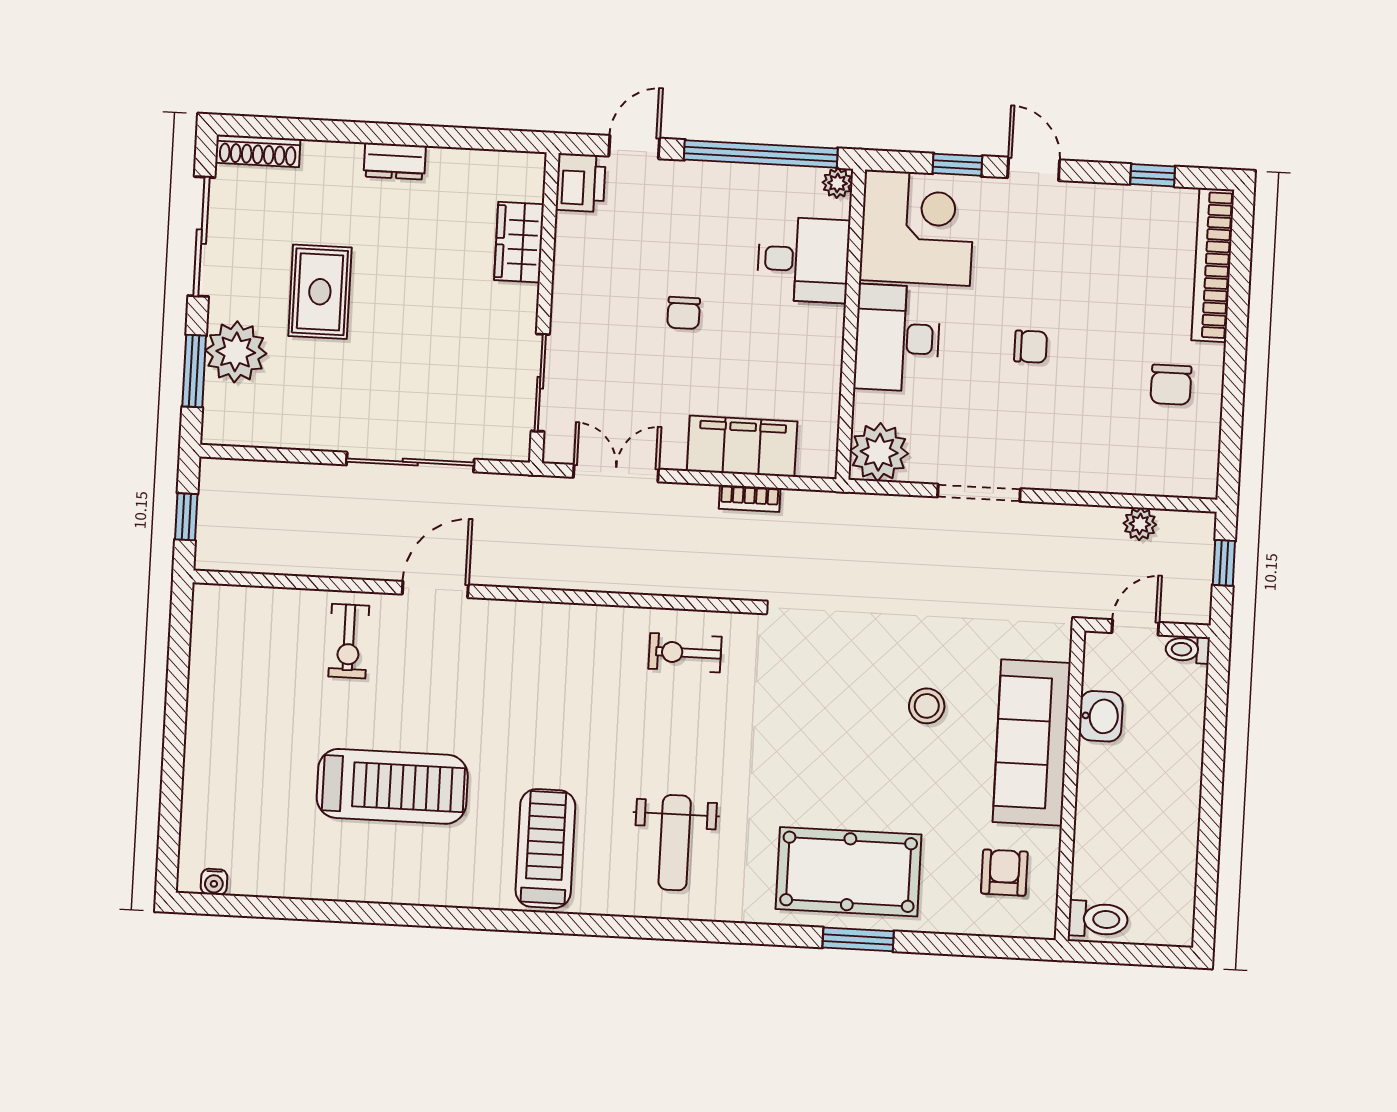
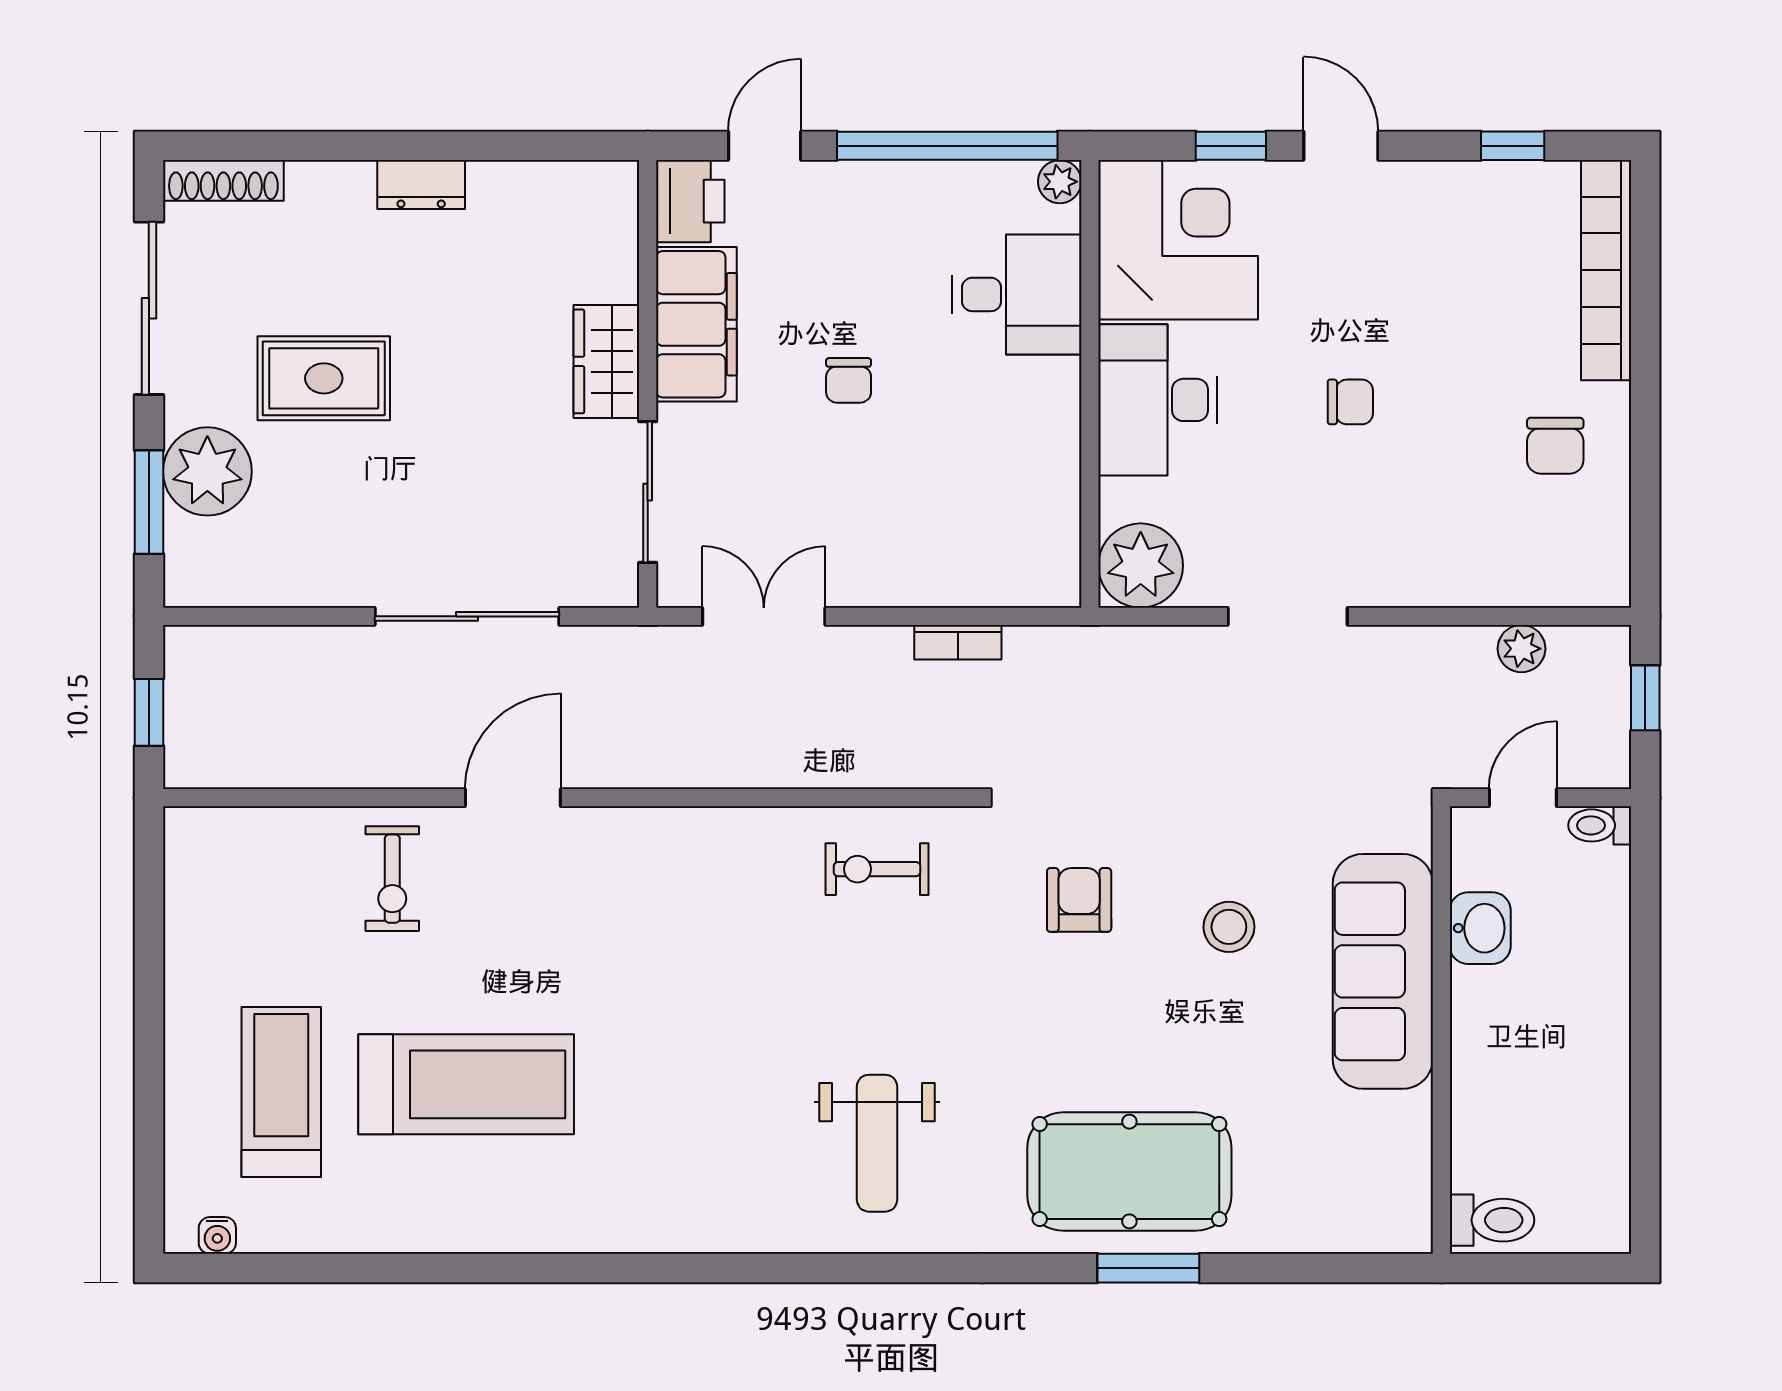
wardrobe: (519, 242) -> (606, 361), moved
rug: (320, 292) -> (324, 378), turned 90
filing cabinet: (742, 446) -> (696, 324), moved, turned 90
treadmill: (545, 849) -> (281, 1092), moved
armchair: (1004, 873) -> (1079, 900), moved

